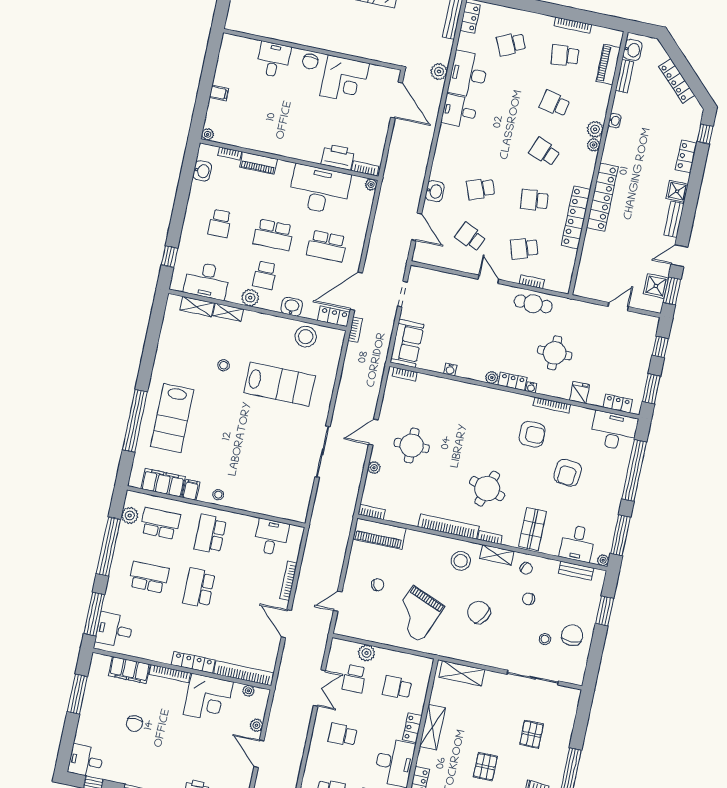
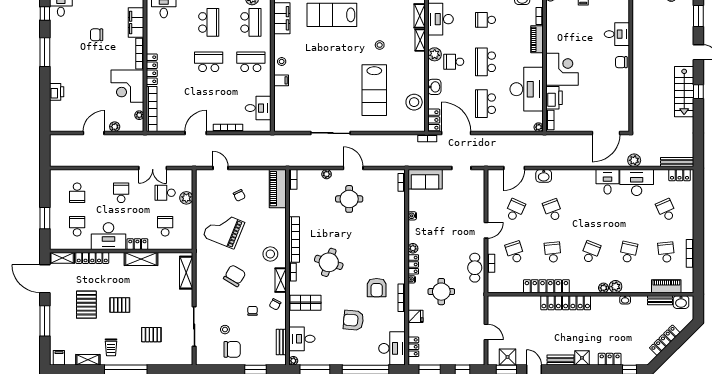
corner desk: (345, 79) -> (562, 69), moved, turned 180
filing cabinet: (191, 490) -> (281, 80), moved

